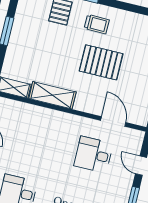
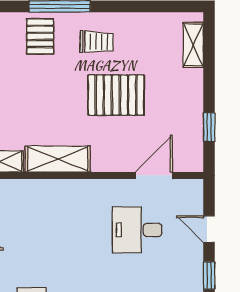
door: (113, 121) -> (154, 175), hinge flipped

